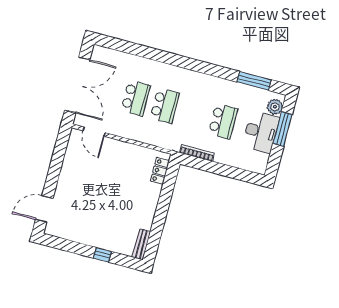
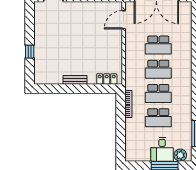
school desk: (194, 113) -> (158, 94), added
desk: (261, 132) -> (162, 149), width x0.73
bench: (141, 244) -> (75, 80), moved

